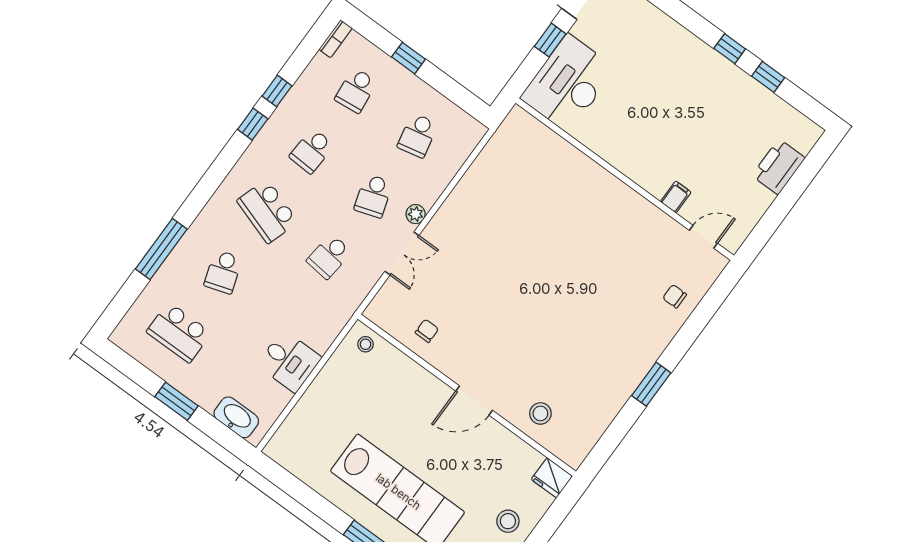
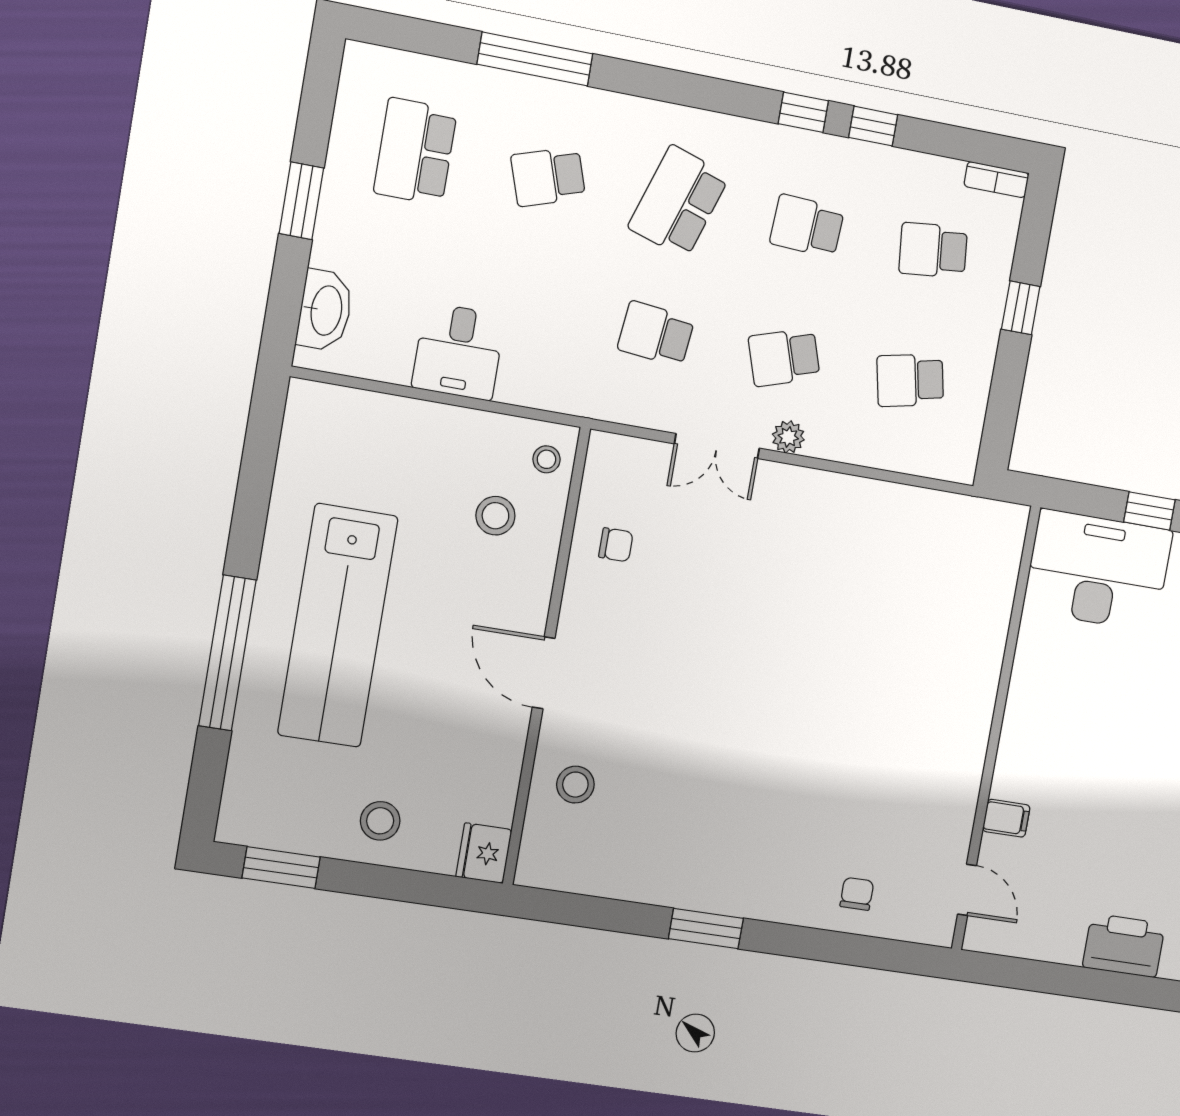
stool: (381, 385) -> (495, 516), added

